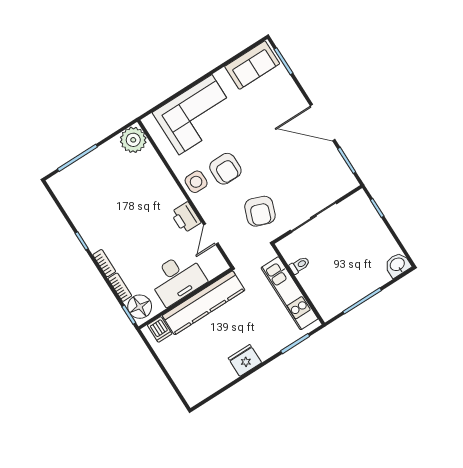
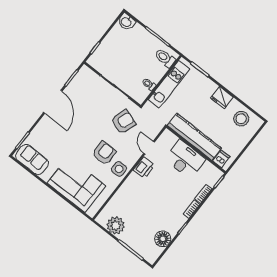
plant: (133, 140) -> (116, 226), moved
door: (211, 234) -> (149, 148), swing flipped
toilet: (328, 301) -> (165, 58), added
floor lamp: (140, 307) -> (163, 239), moved
stool: (206, 377) -> (241, 119), added

